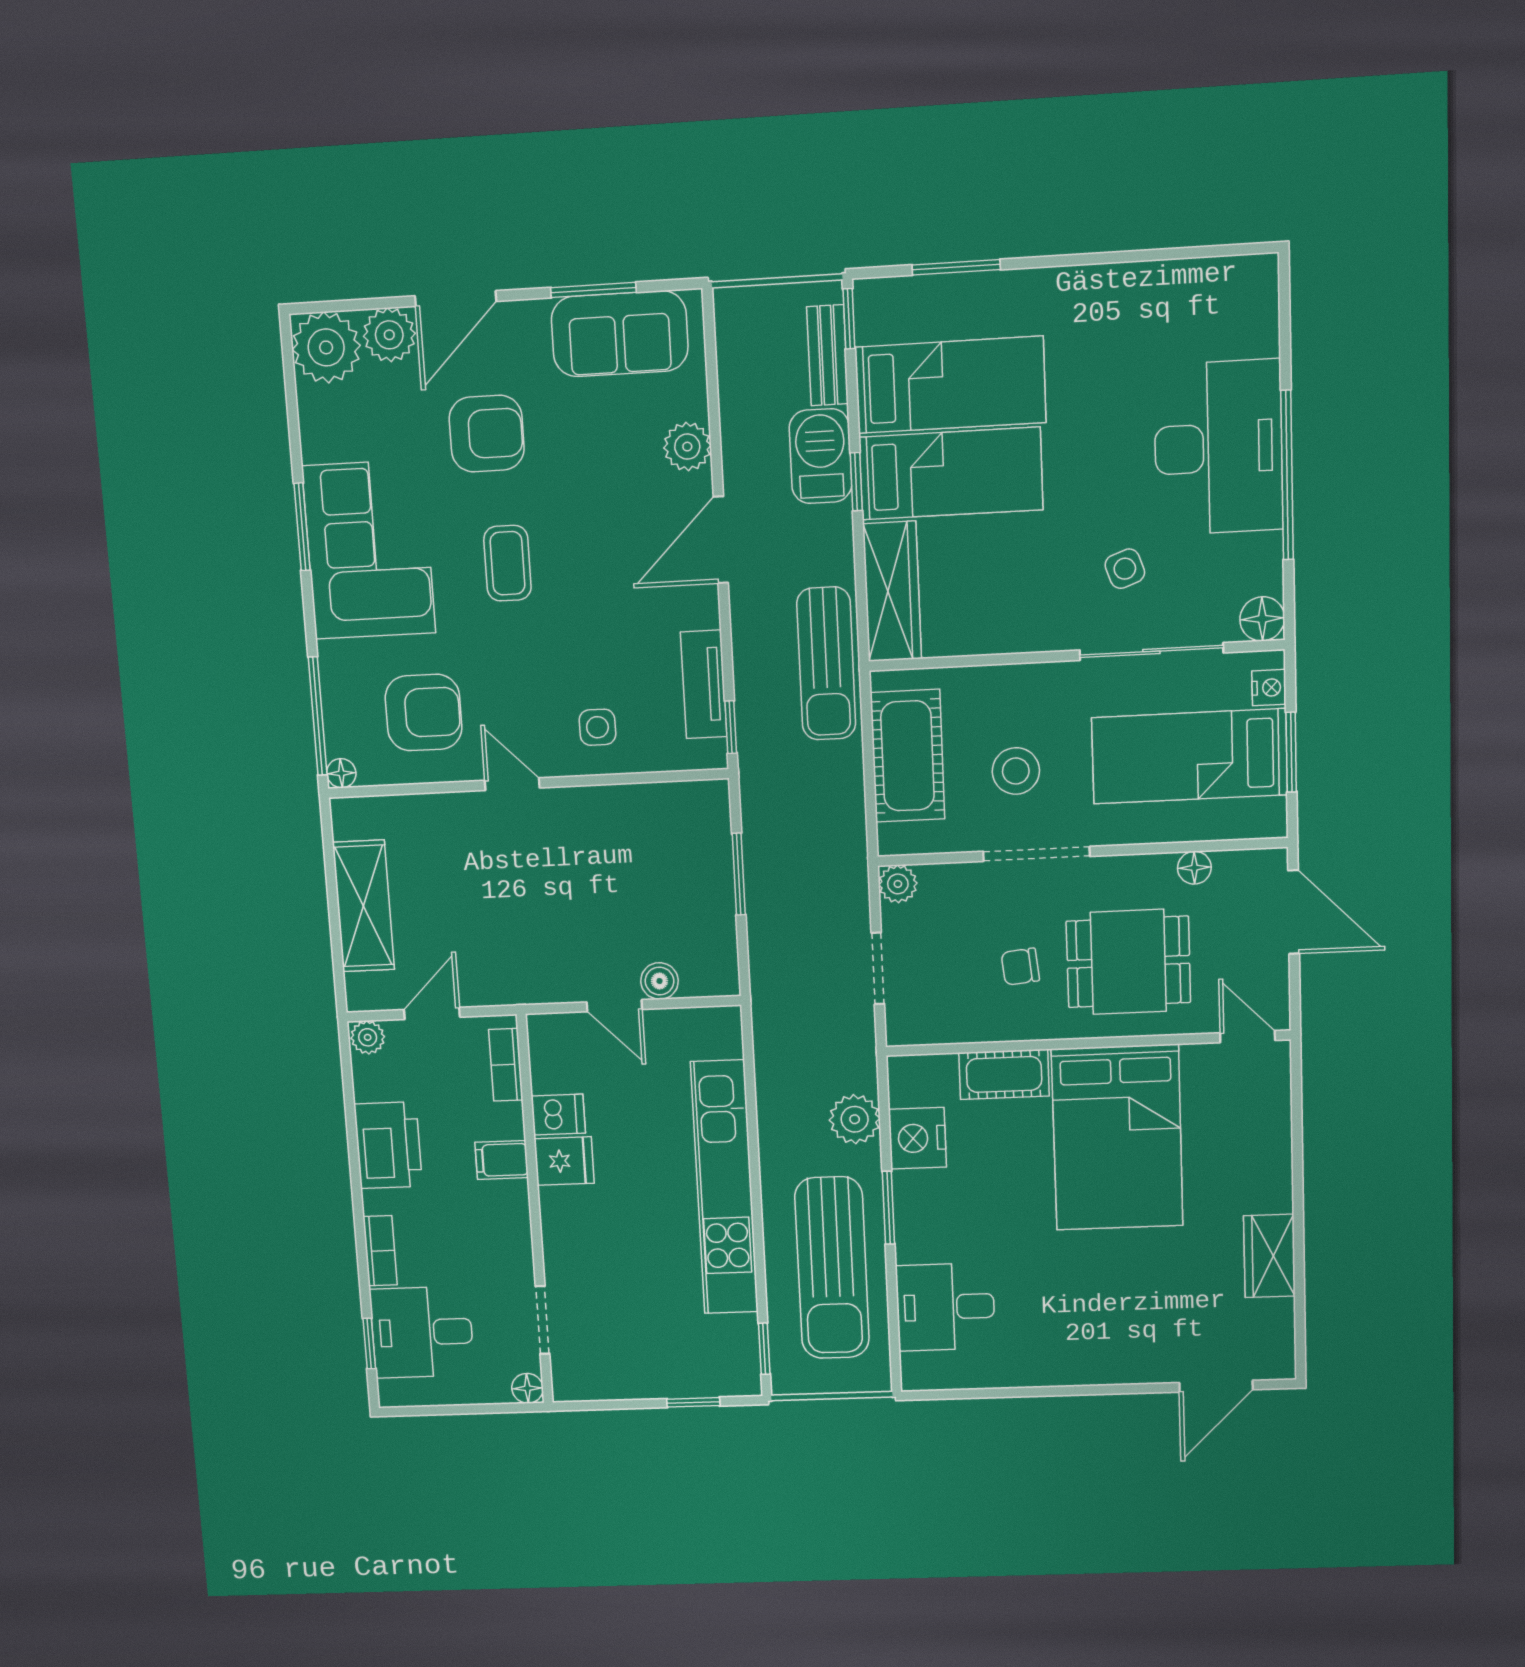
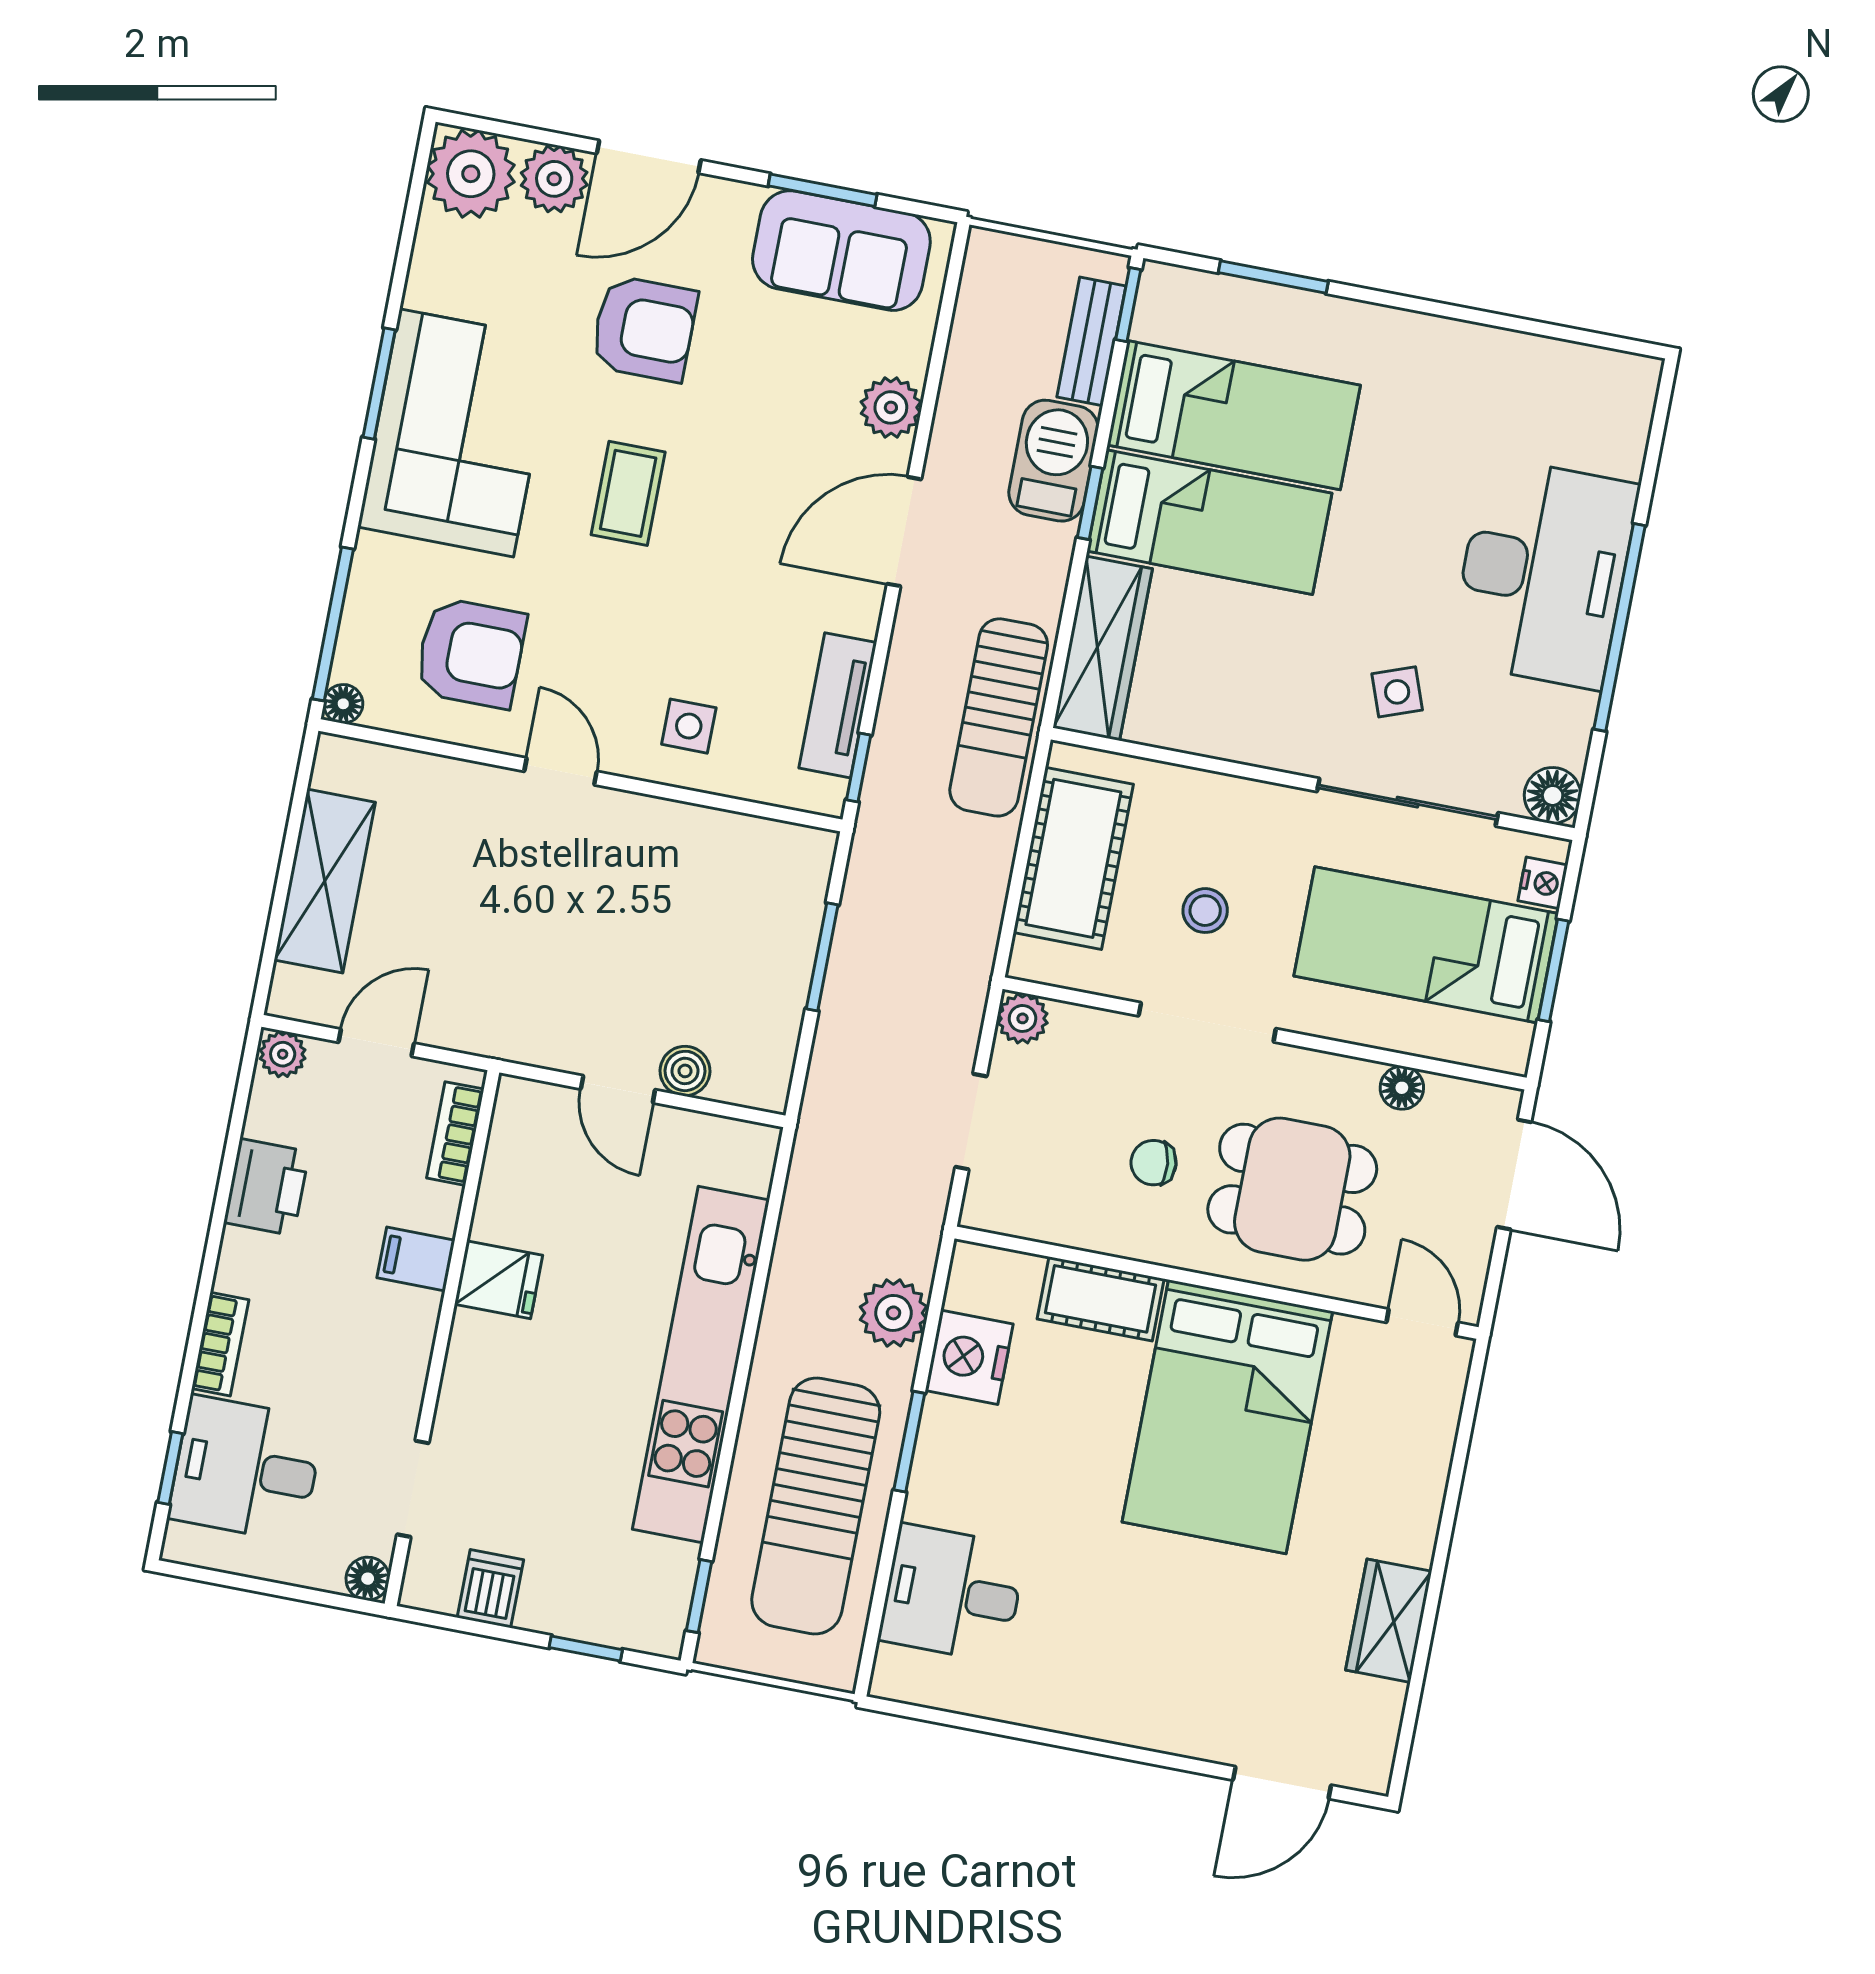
stool: (1016, 771) -> (1205, 911), width x0.73, depth x0.73
dishwasher: (558, 1115) -> (490, 1589), moved, turned -90
printer: (388, 1145) -> (267, 1187), width x0.73, depth x0.84

